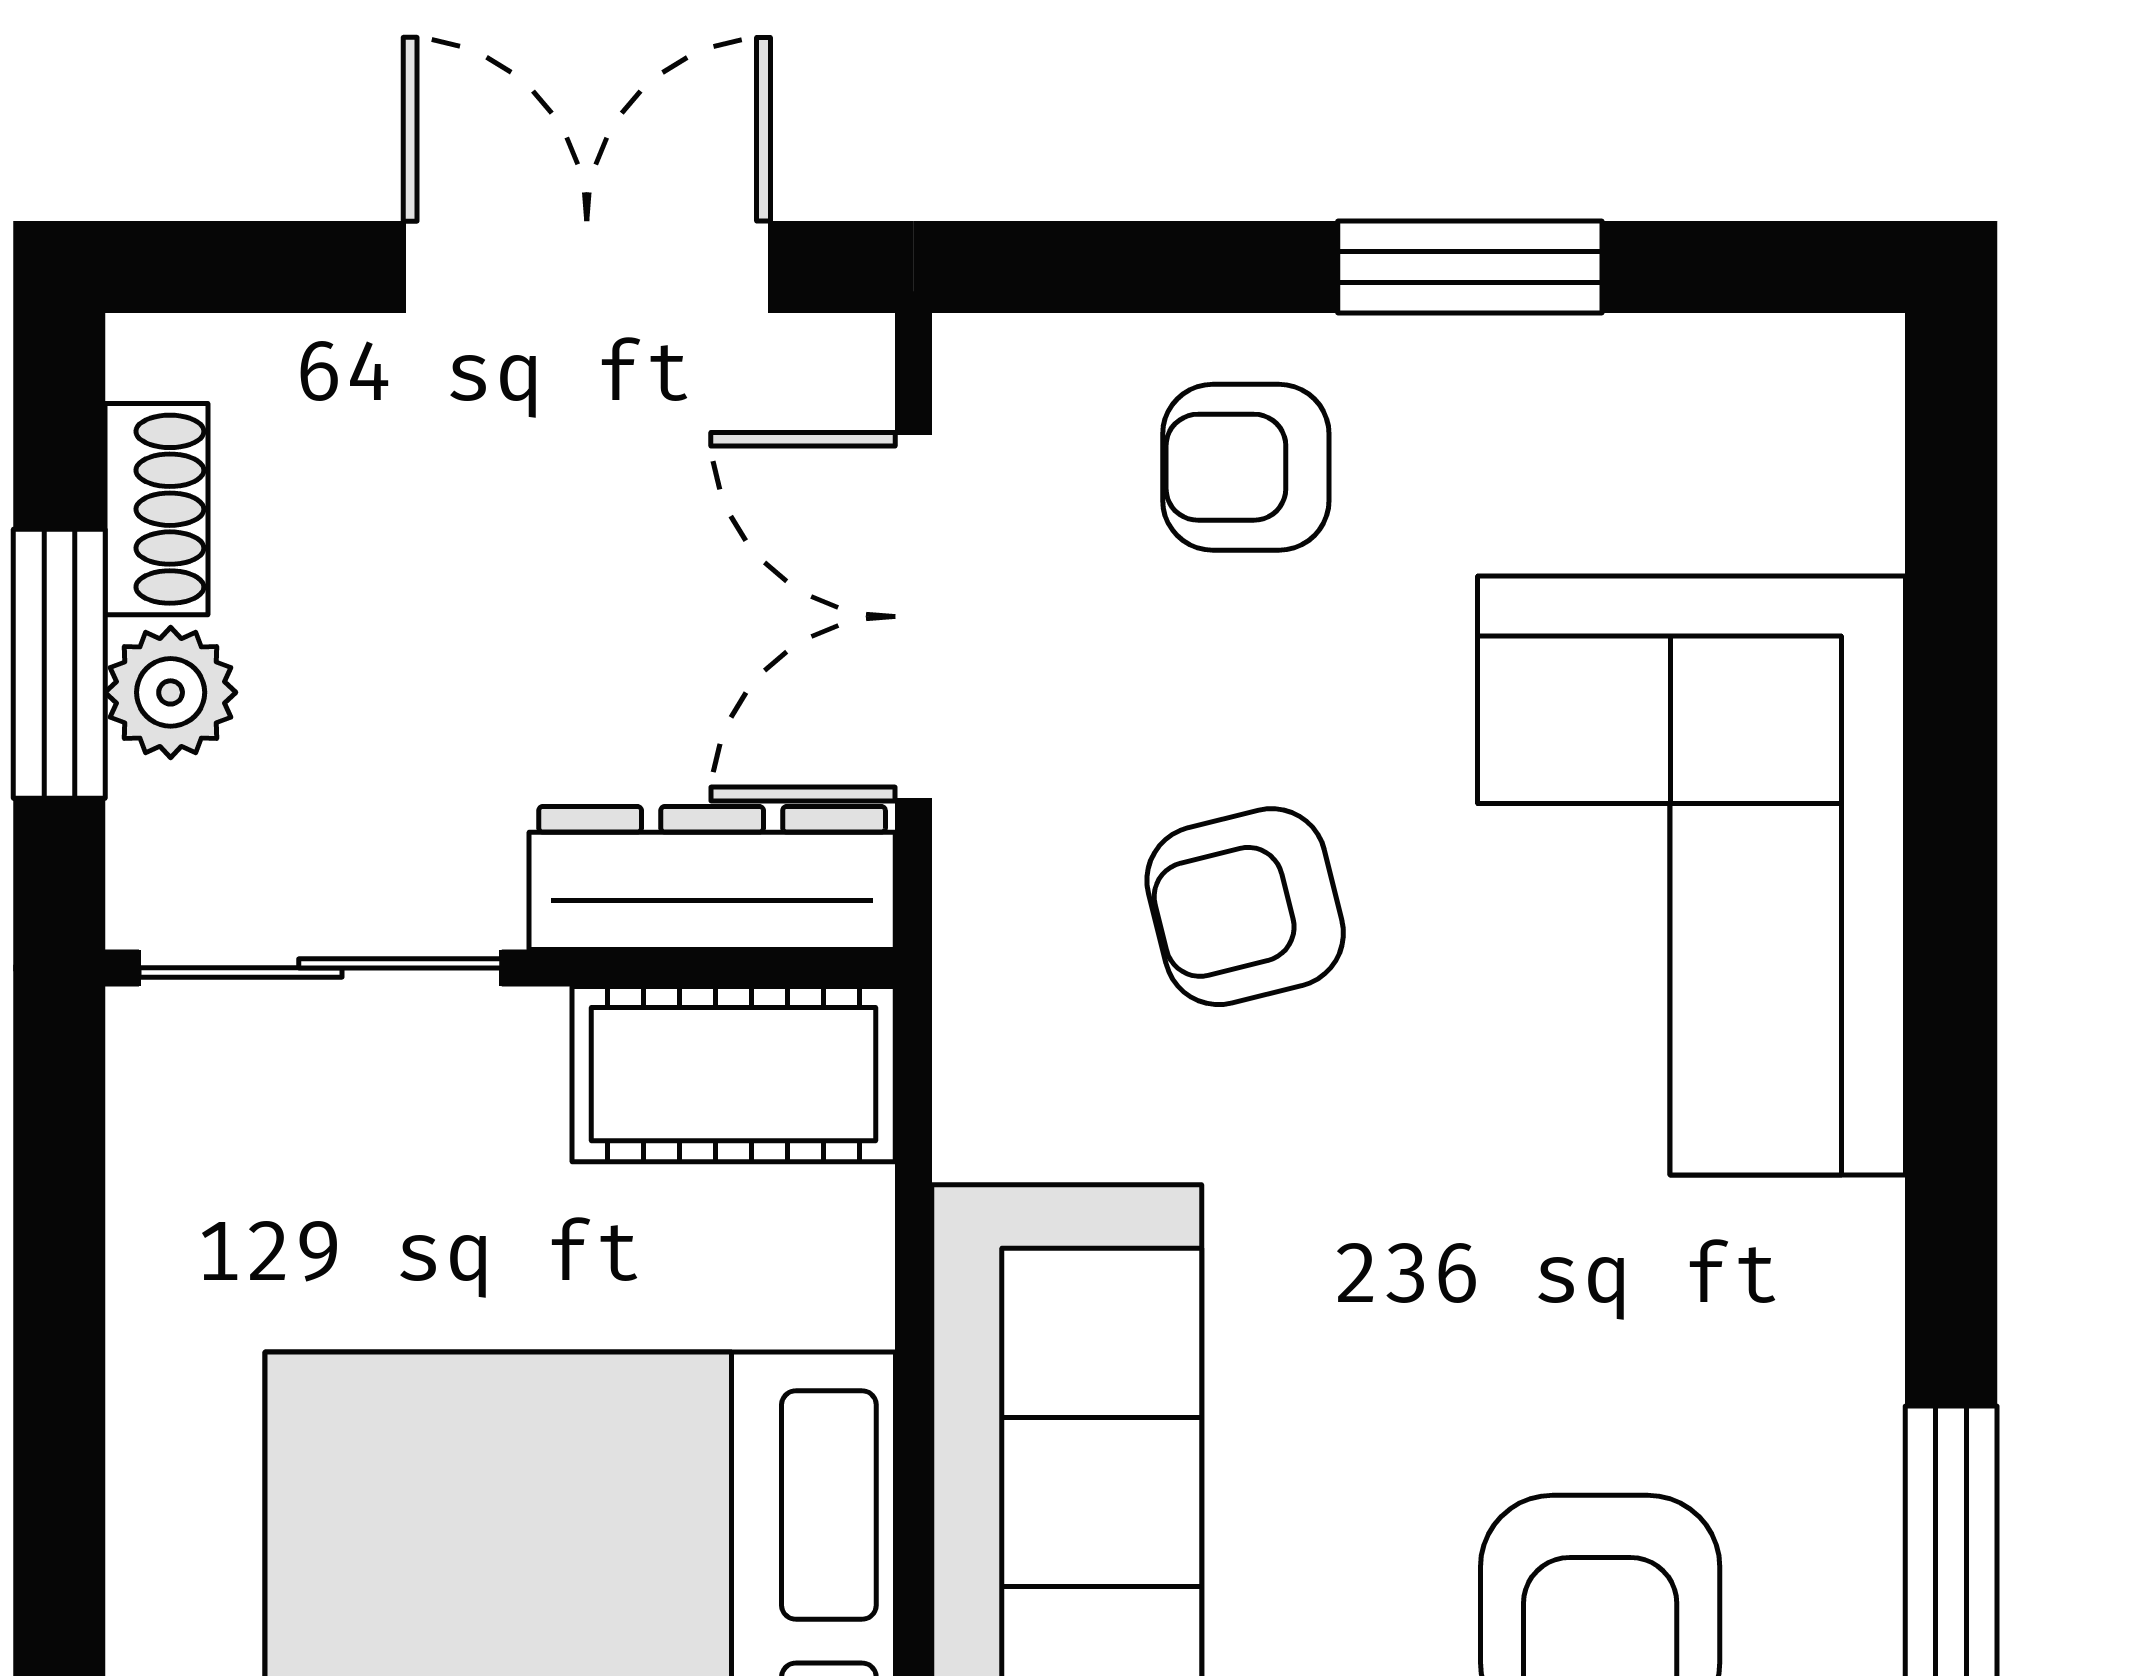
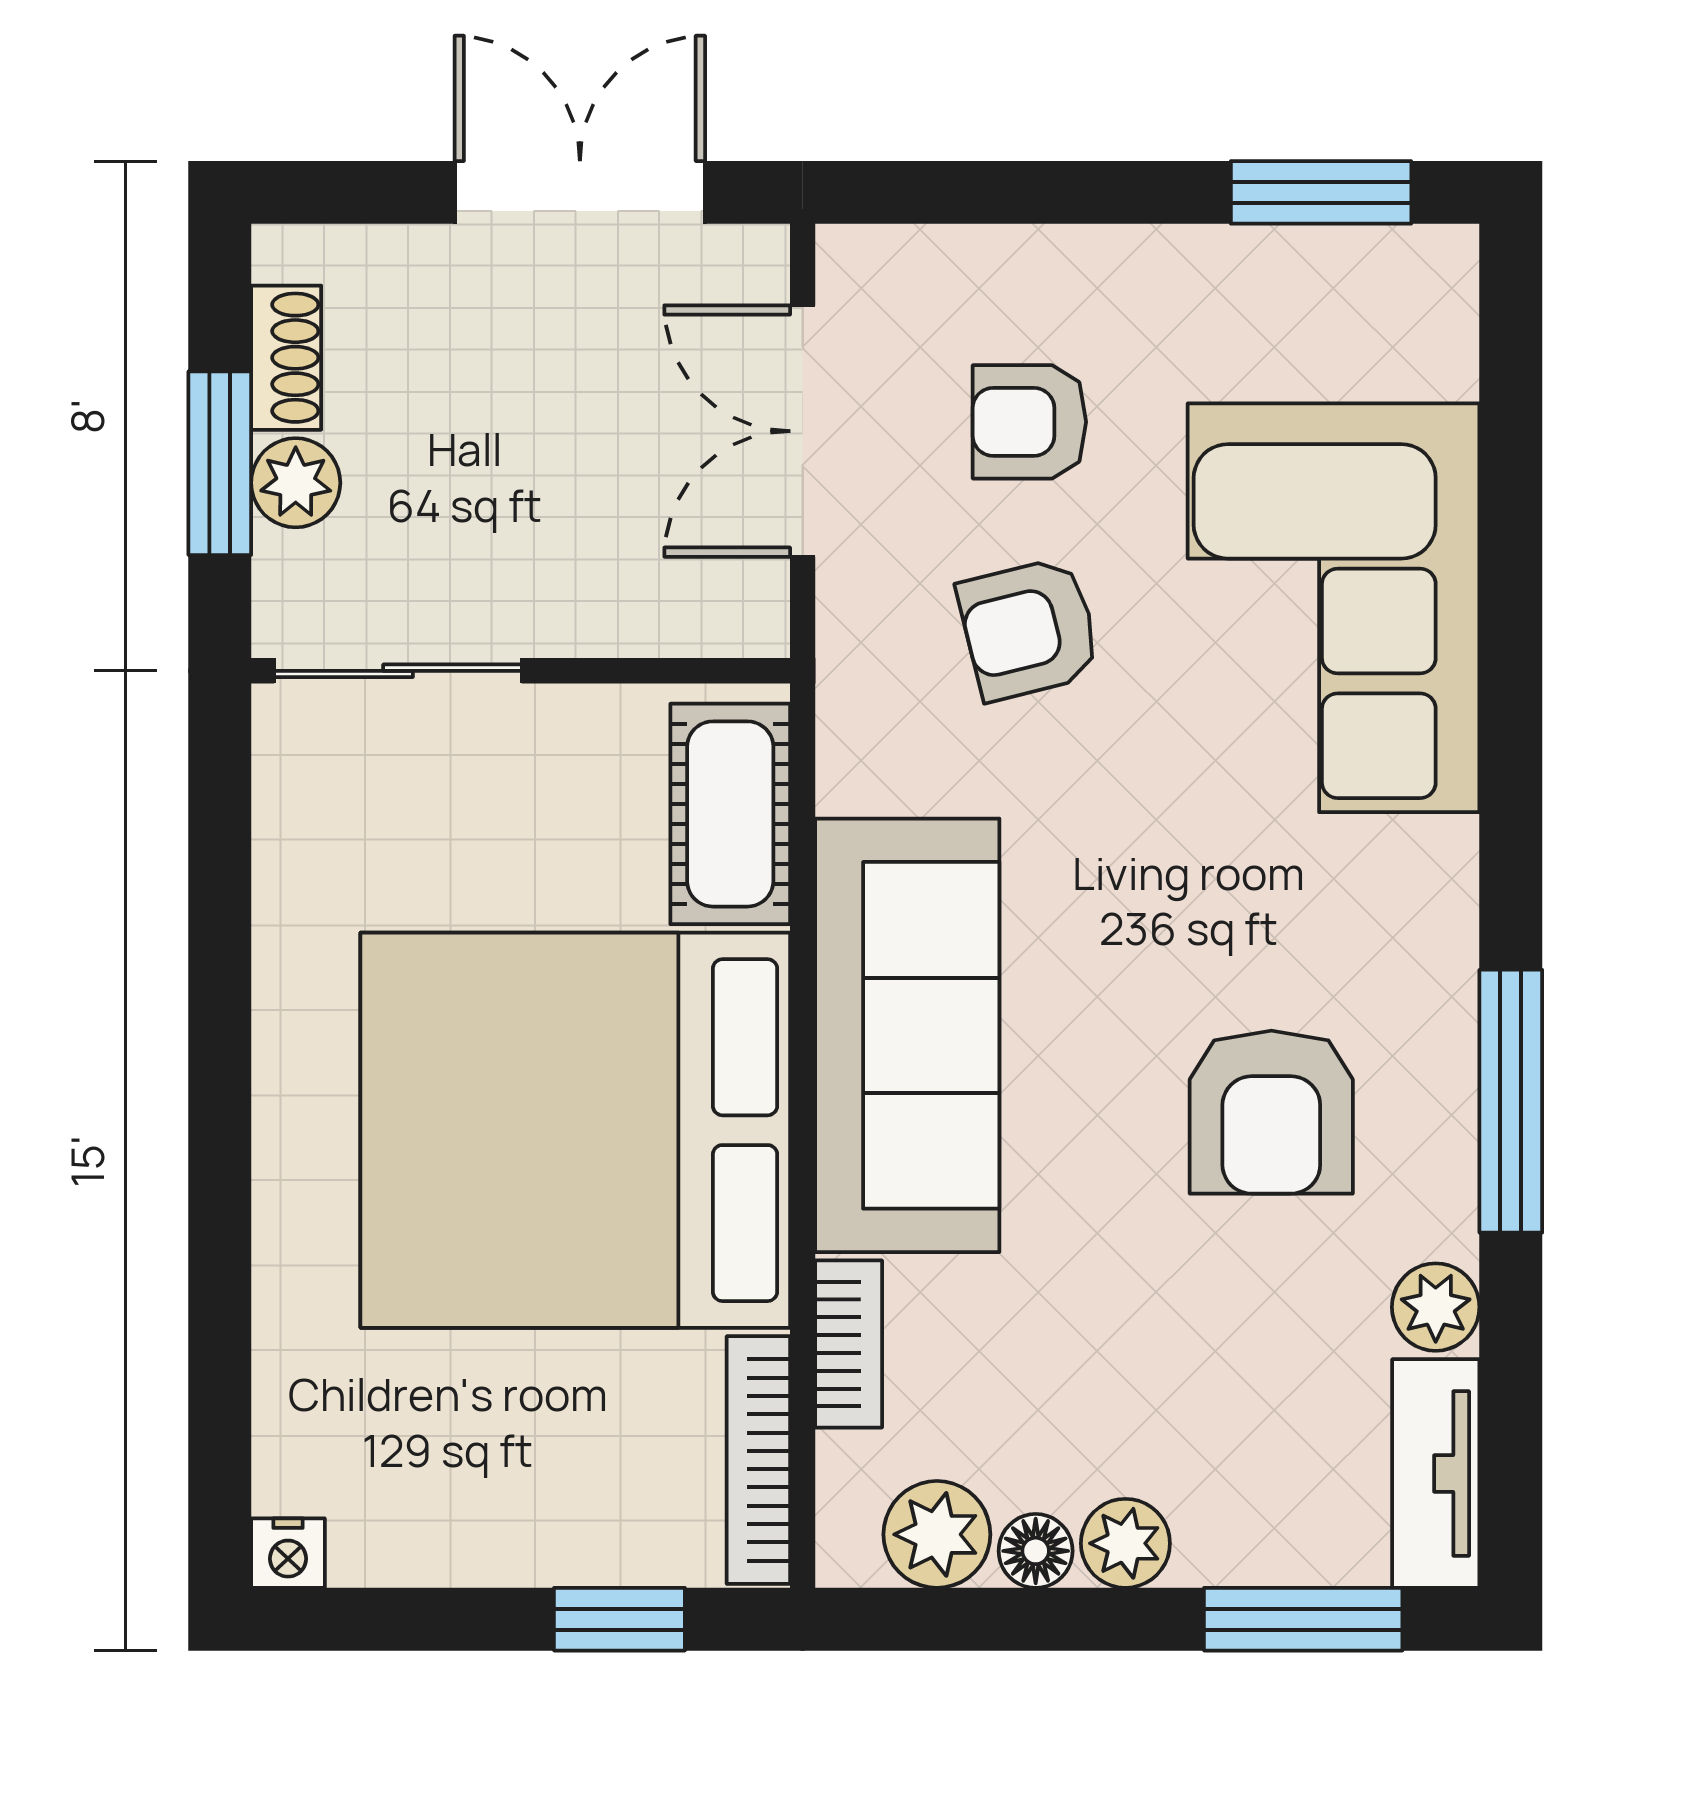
window: (1470, 267) -> (1321, 192), moved
armchair: (1246, 467) -> (1029, 422), moved
dresser: (712, 878) -> (665, 609), removed
cot: (734, 1074) -> (730, 814), moved, turned 90

